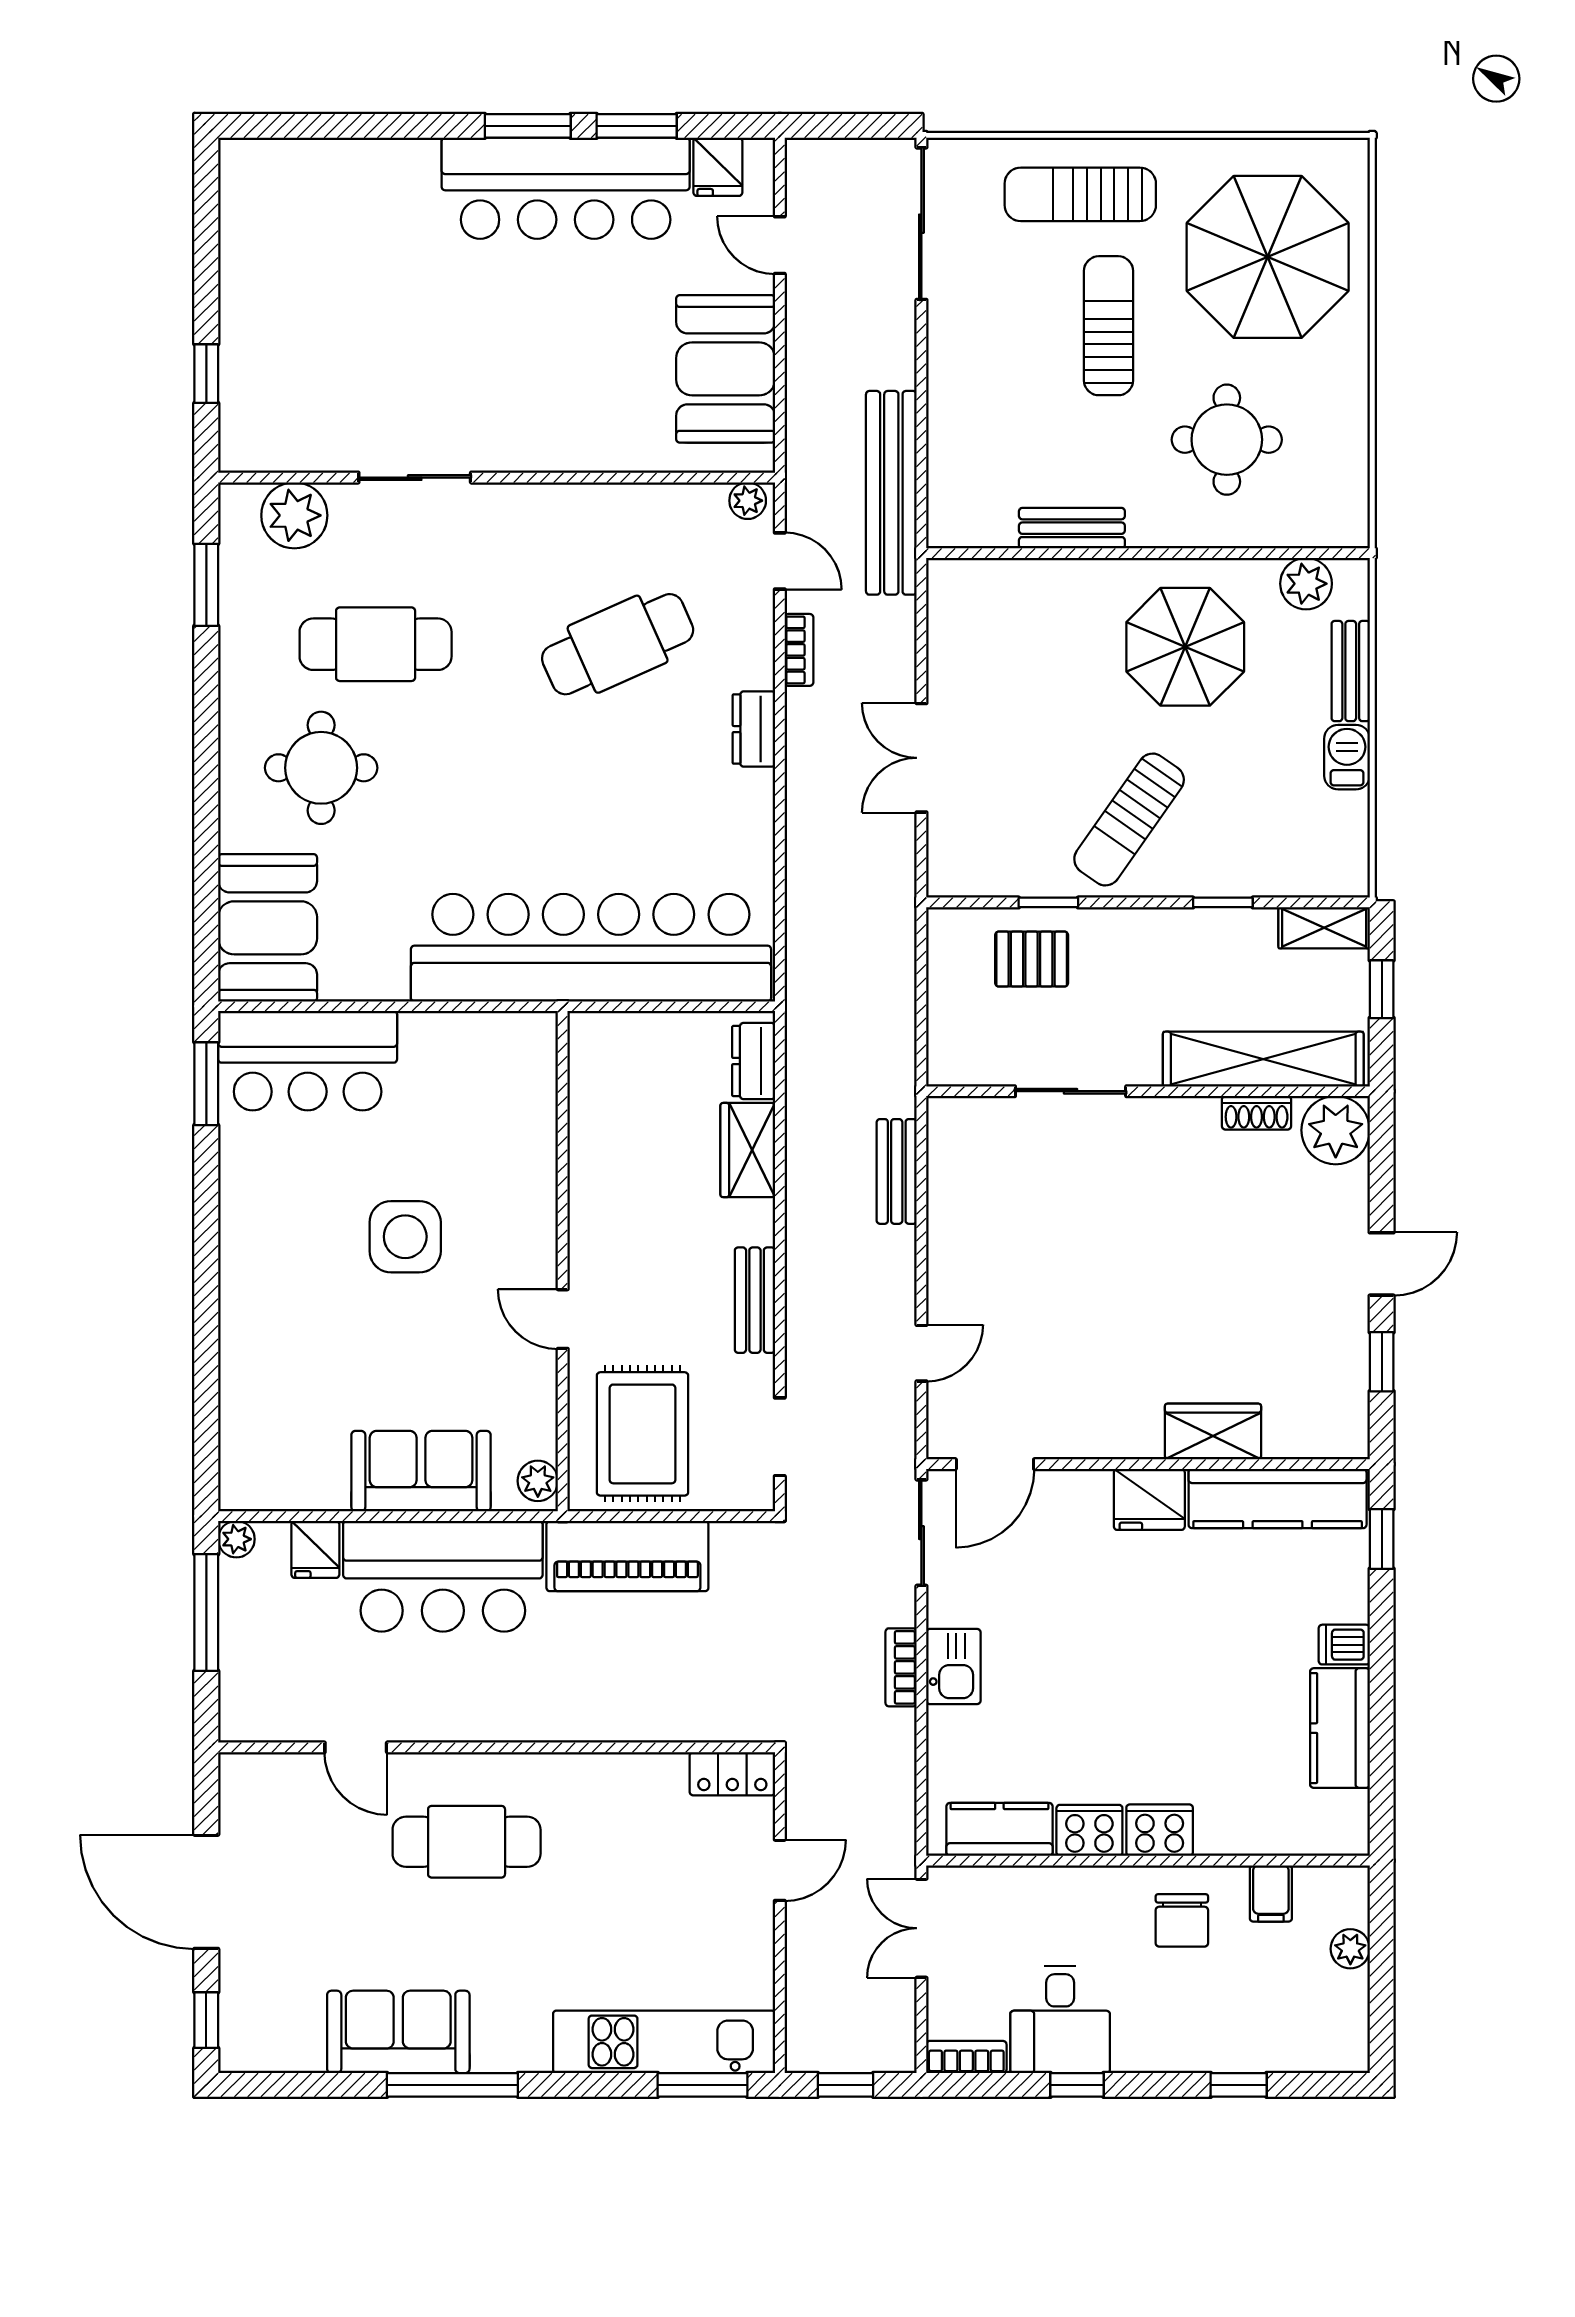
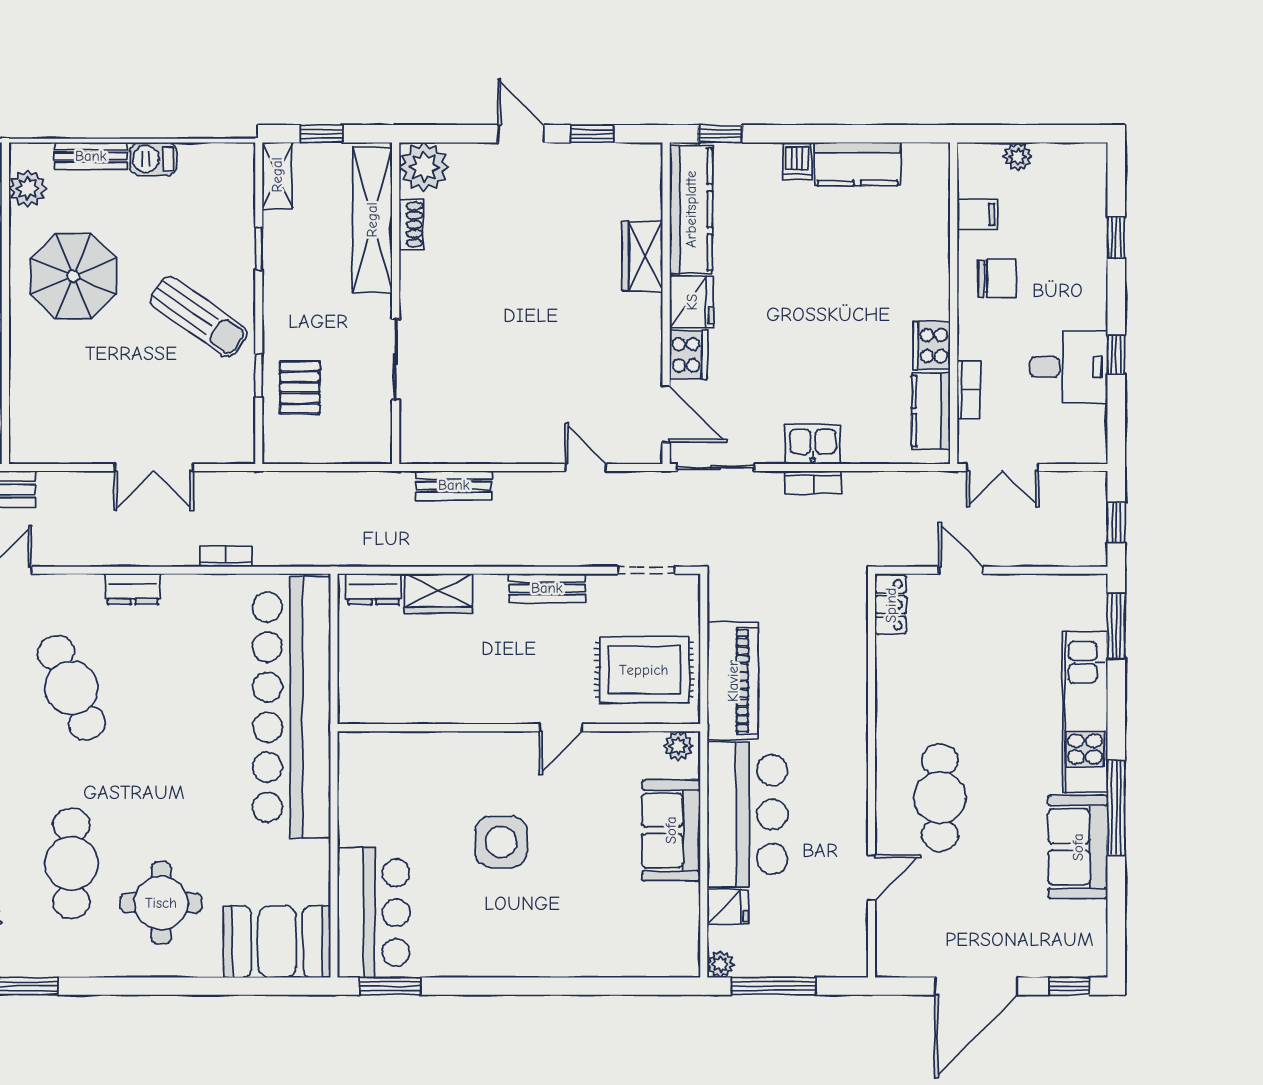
bookcase: (799, 650) -> (226, 556), moved
cooker: (1160, 1830) -> (688, 355), moved, turned 180
kitchen unit: (664, 2042) -> (1085, 712), moved
bookcase: (966, 2057) -> (969, 390), moved, turned 180

